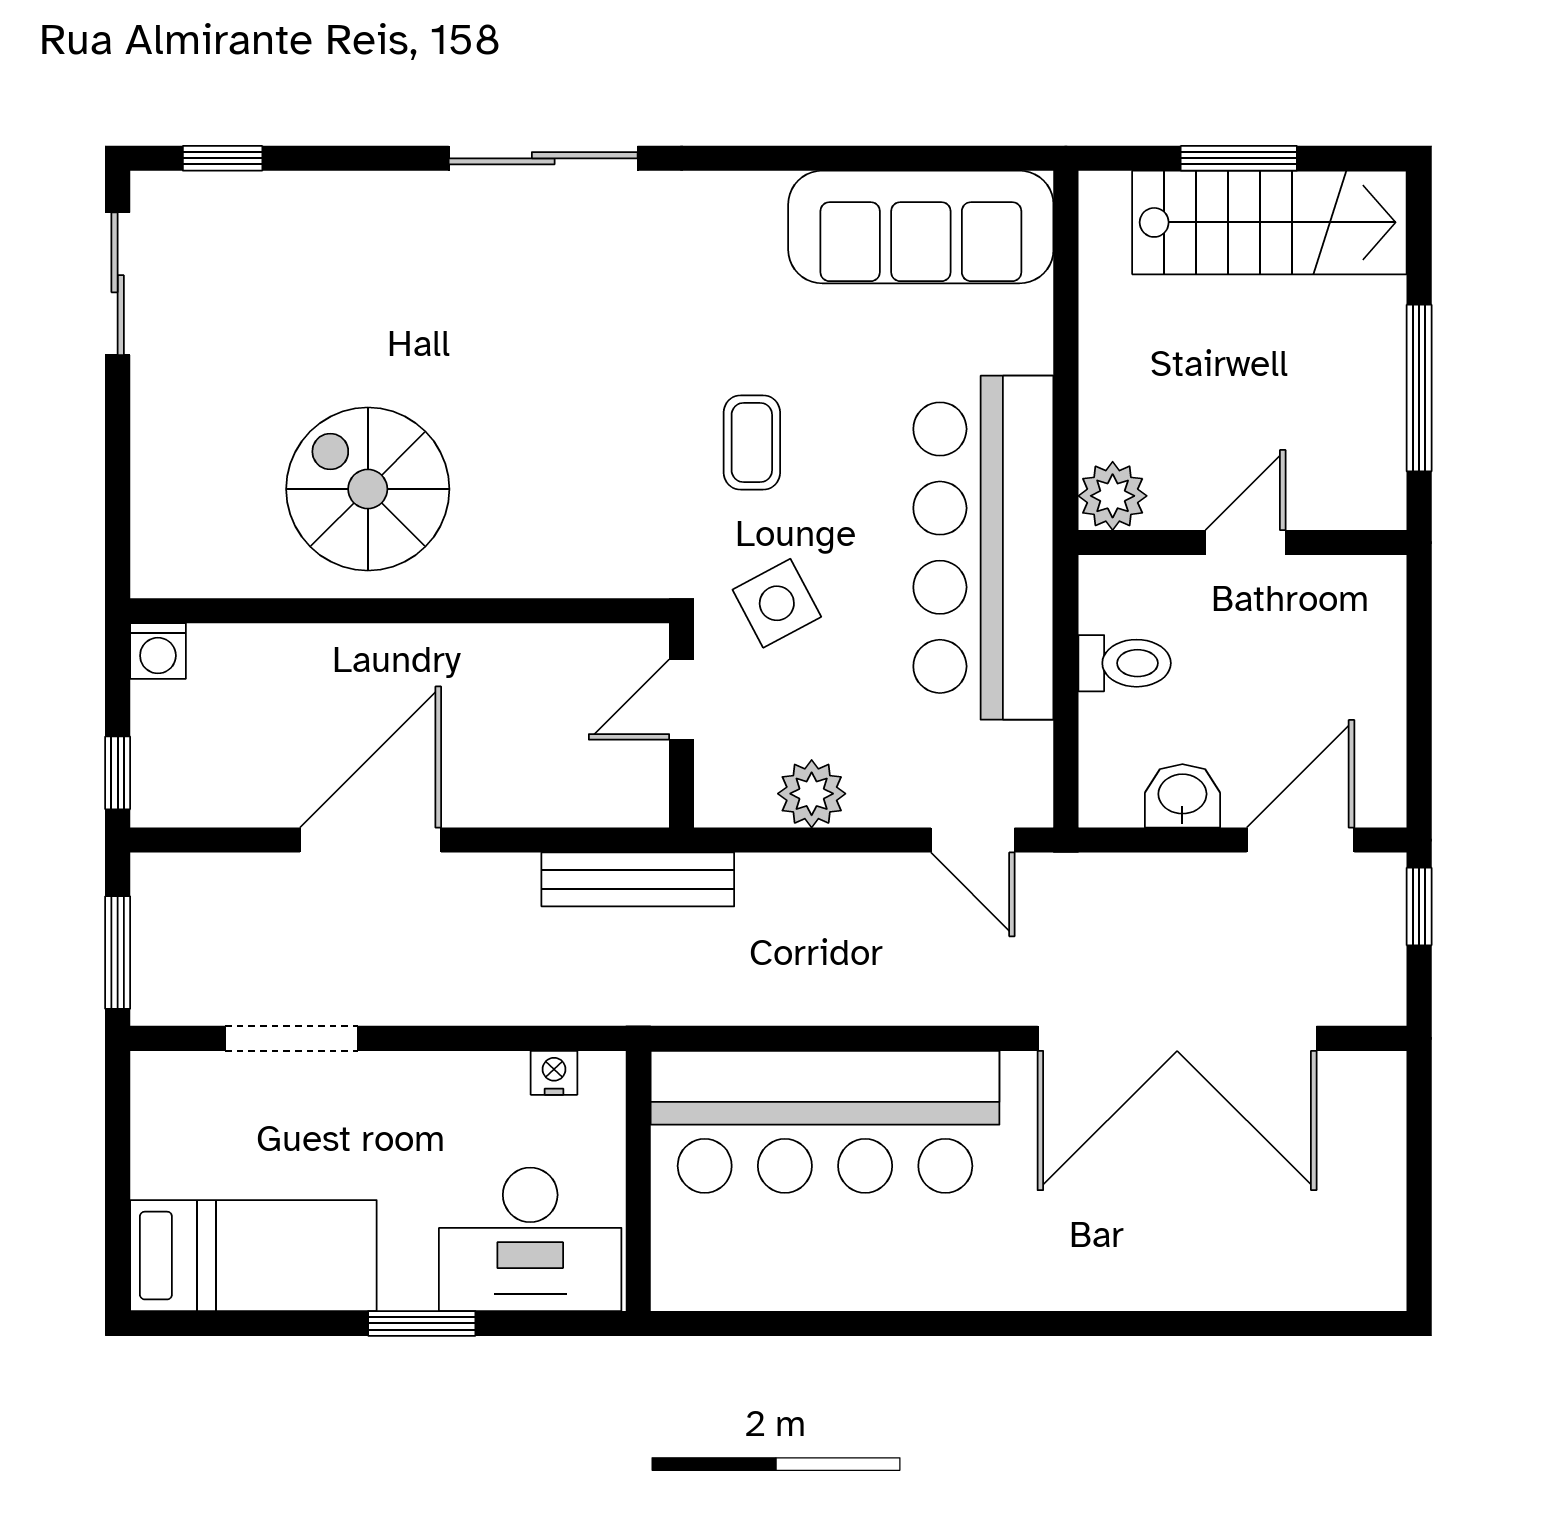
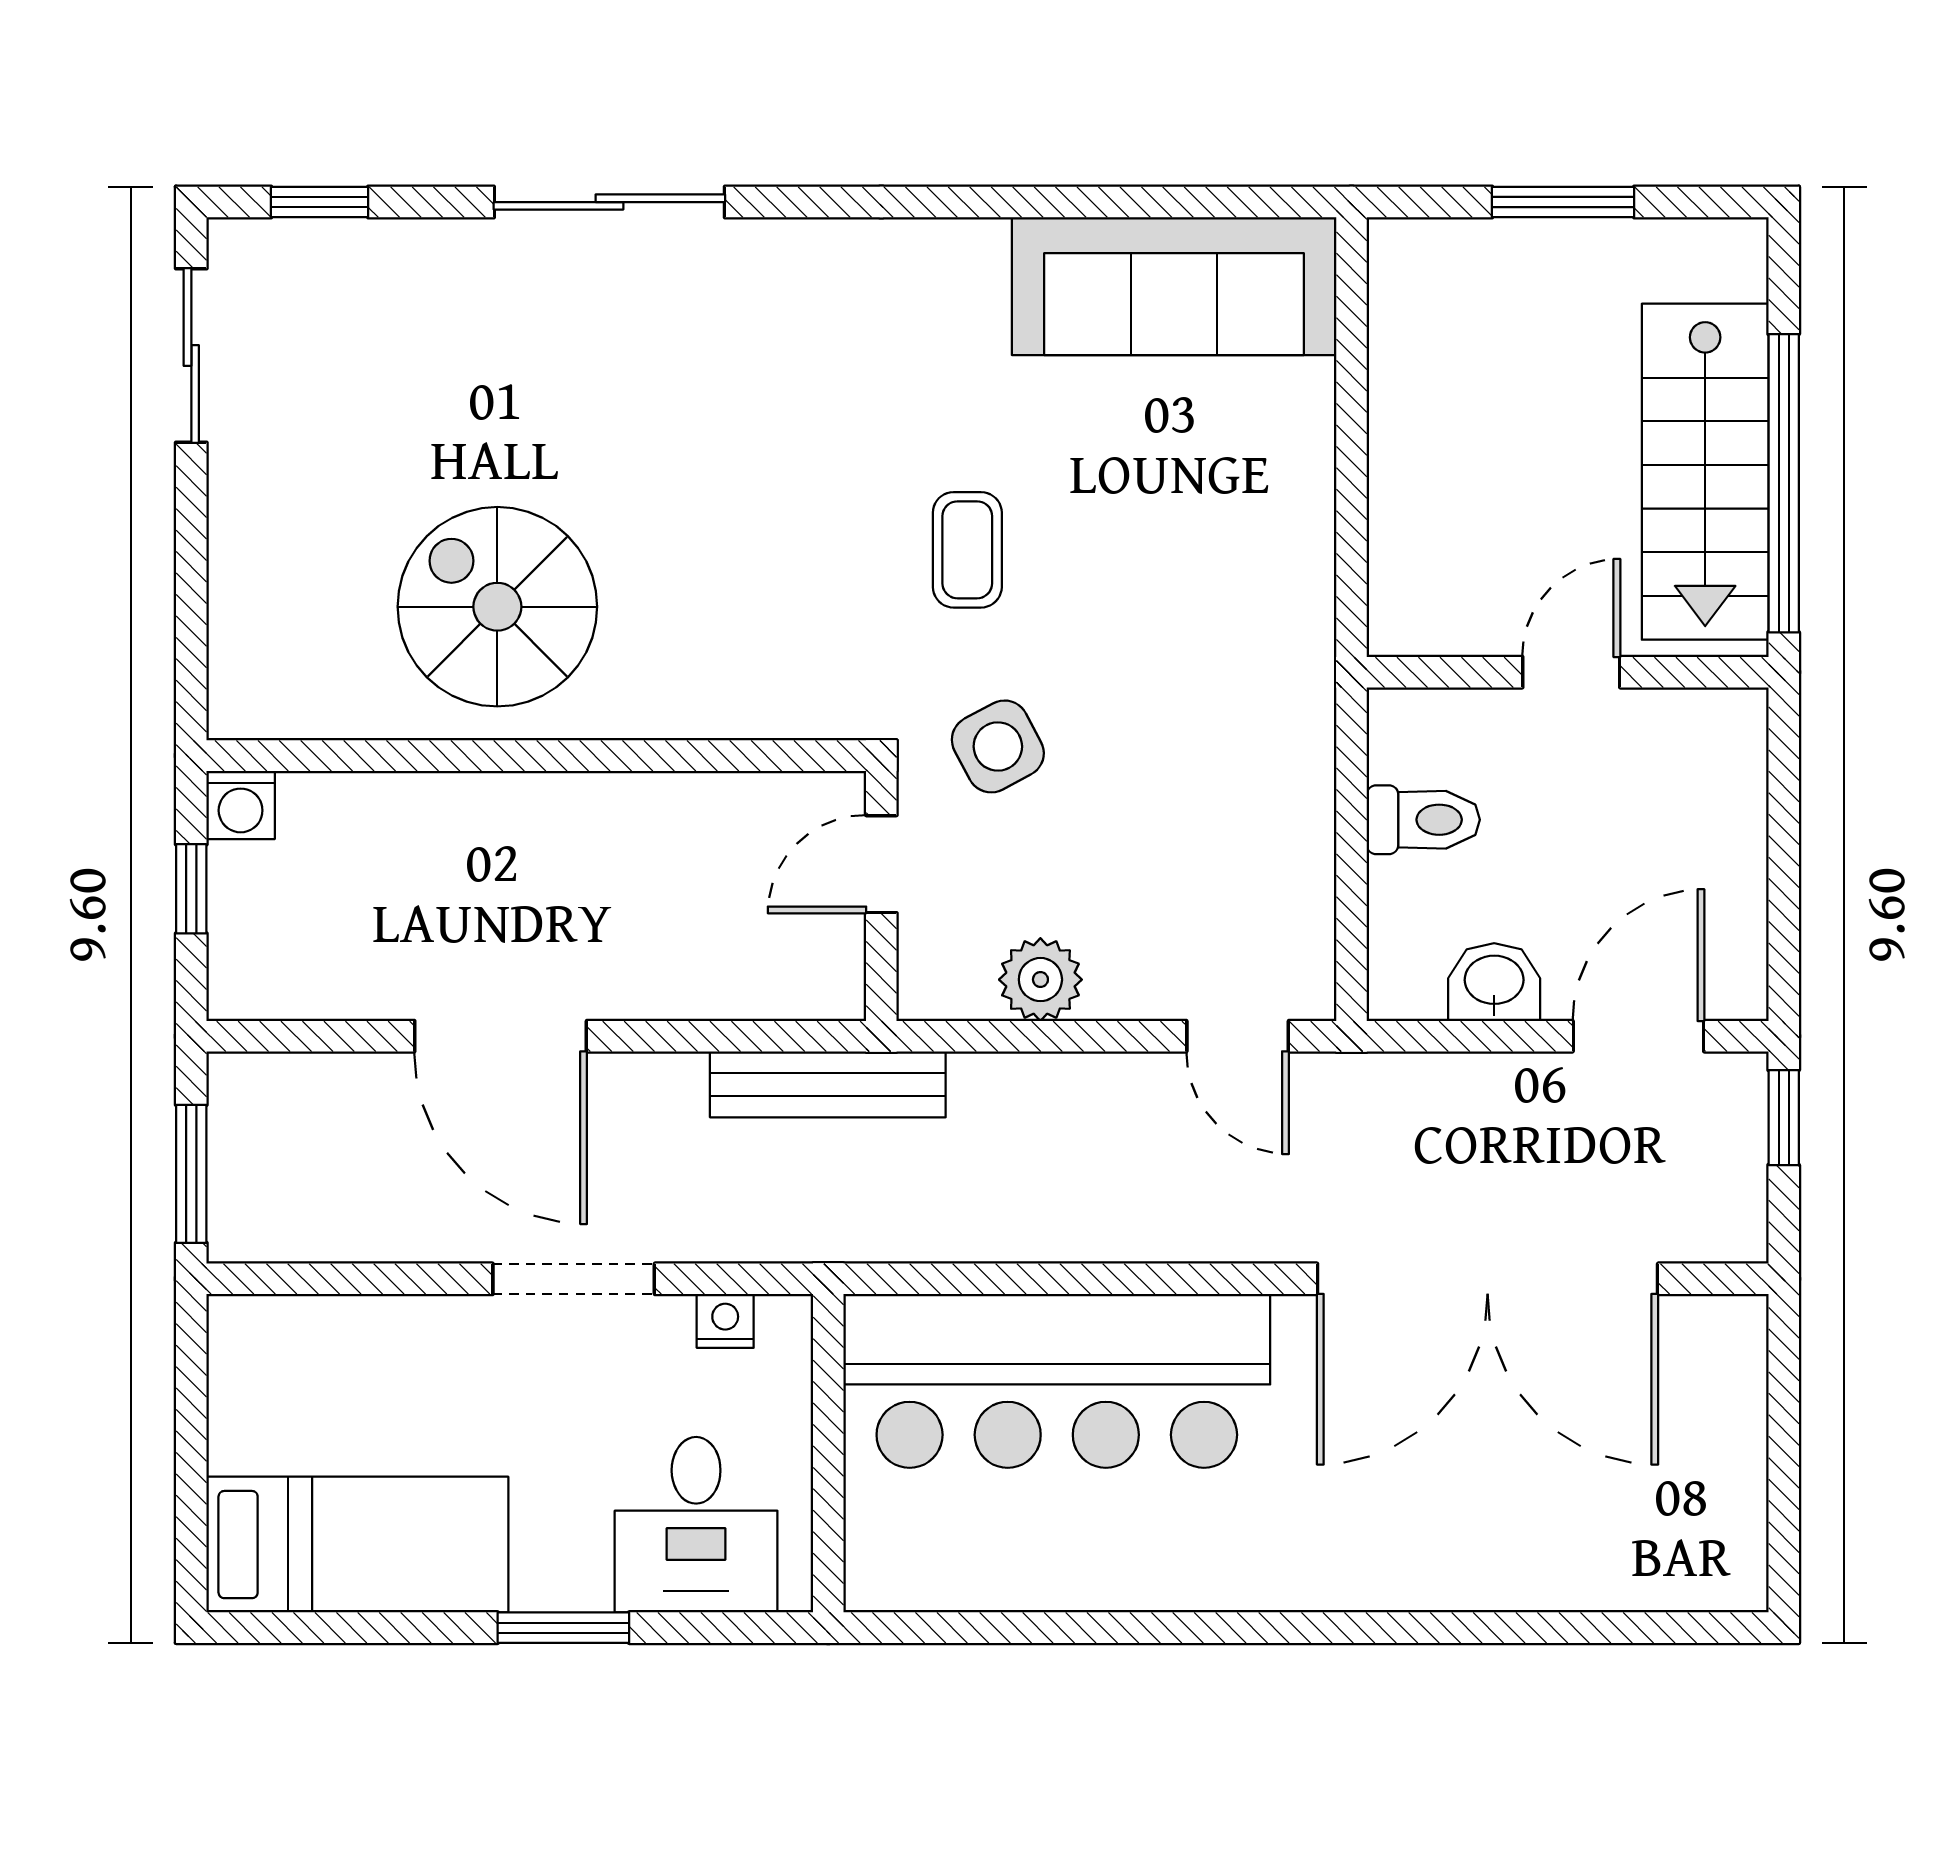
sliding door: (543, 158) -> (609, 202), moved
stairs: (1269, 222) -> (1705, 472), moved, turned 90
window: (1419, 388) -> (1784, 483), width x1.46
plant: (1113, 496) -> (1409, 615), removed
bar counter: (983, 548) -> (1251, 678), removed
window: (118, 773) -> (191, 889), moved
door: (370, 840) -> (501, 1036), swing flipped
doorway: (291, 1038) -> (574, 1279), moved
desk: (530, 1239) -> (696, 1525), width x0.73

